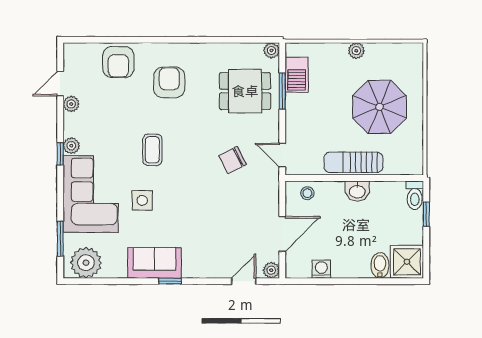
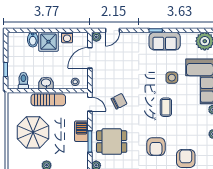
barbecue: (297, 75) -> (81, 131), moved
toilet: (415, 195) -> (23, 81), moved
shower: (407, 262) -> (48, 42), moved

